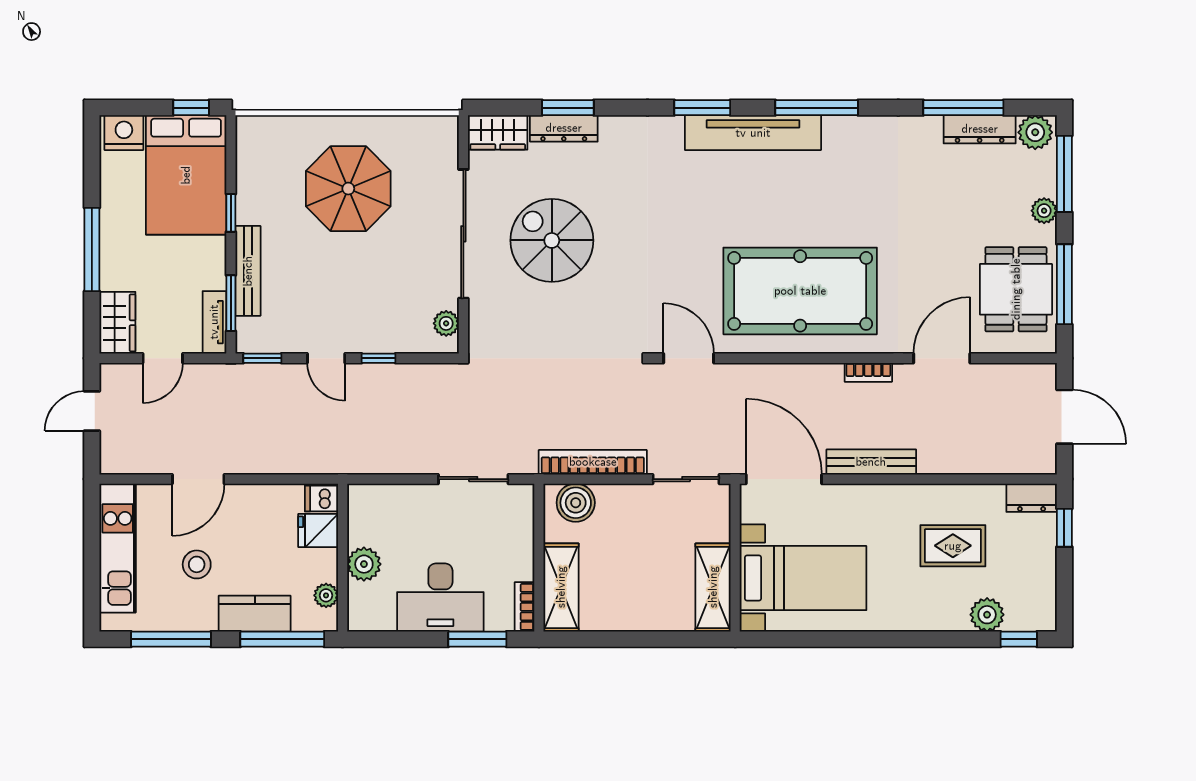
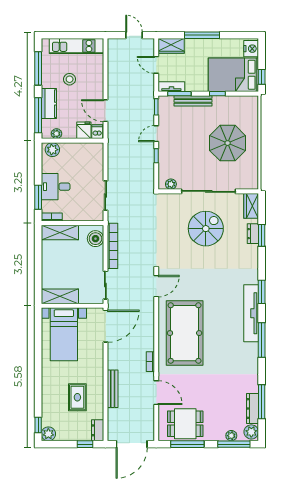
dresser: (564, 128) -> (253, 234), width x0.70
plant: (1044, 211) -> (231, 436), moved
door: (1064, 417) -> (132, 444), width x1.36
bench: (871, 462) -> (113, 389), moved
door: (198, 479) -> (105, 111), moved
plant: (364, 564) -> (52, 150), moved
desk: (440, 598) -> (56, 187), width x0.73
plant: (987, 615) -> (48, 434), moved

